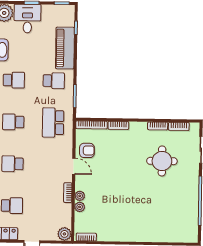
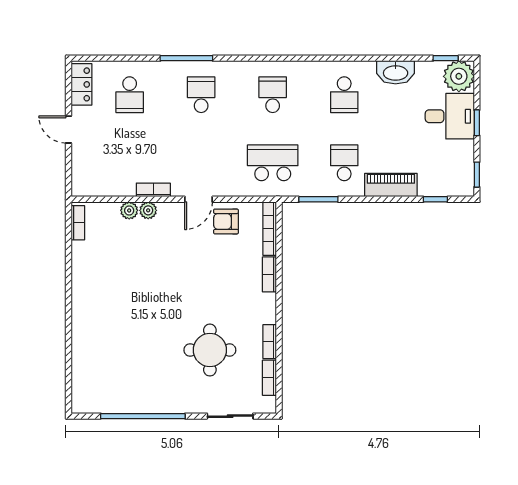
piano: (65, 48) -> (391, 185), width x0.73, depth x0.75
school desk: (54, 81) -> (344, 163), turned 180
armchair: (87, 150) -> (226, 221), turned 90
plant: (64, 234) -> (83, 185), removed

